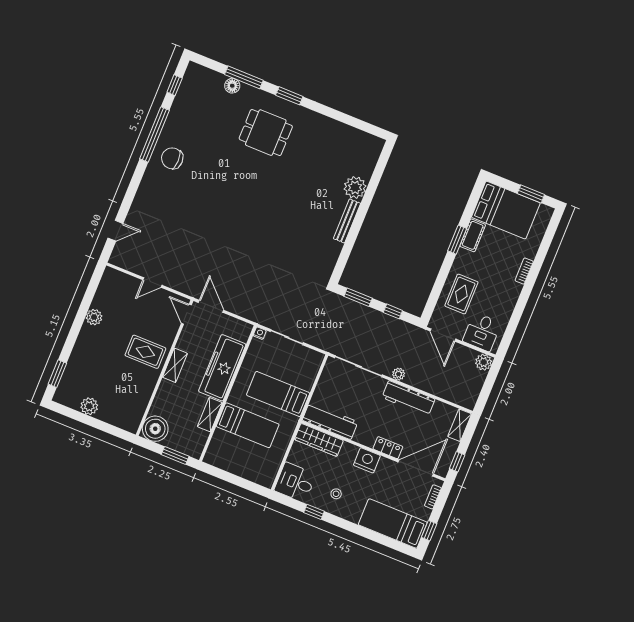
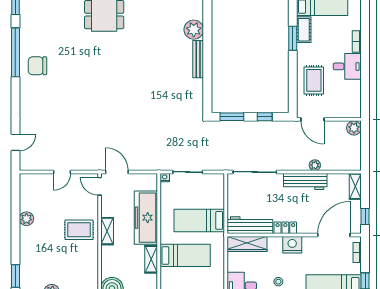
desk: (482, 332) -> (347, 66), moved, turned -90
plant: (399, 374) -> (315, 165), moved
locker: (388, 448) -> (285, 228), moved

